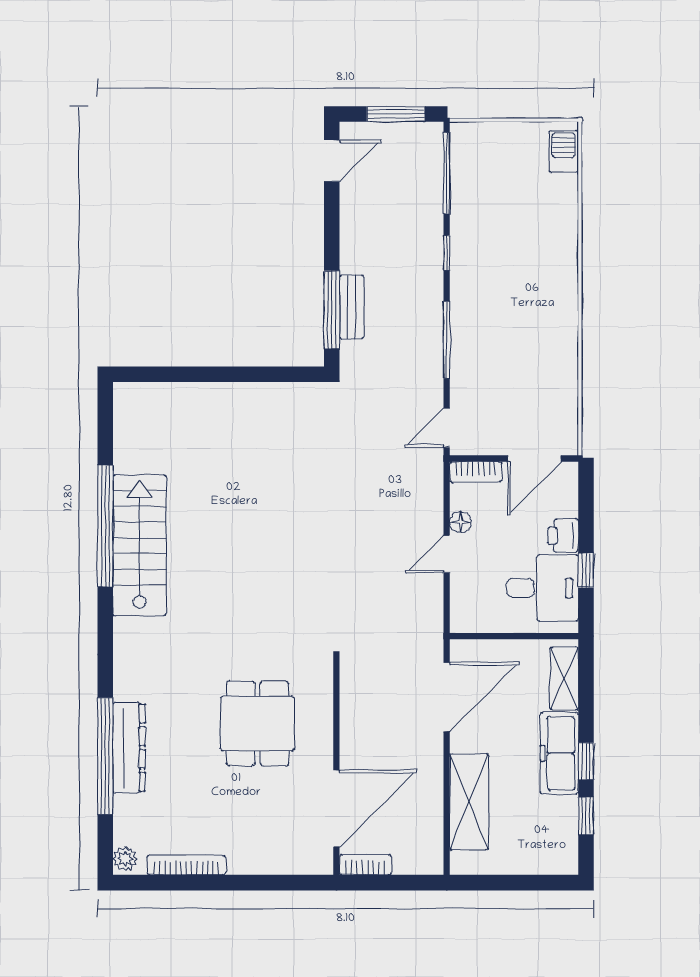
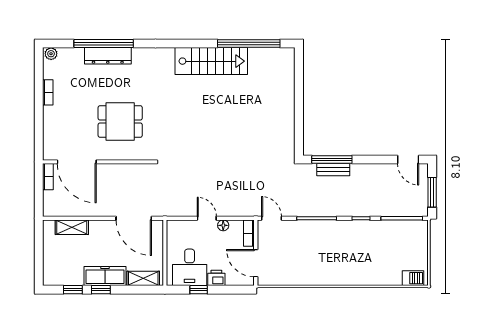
window: (105, 526) -> (249, 44), moved
shelving: (469, 802) -> (72, 227), width x0.67, depth x0.75
bookcase: (186, 865) -> (48, 92), width x0.64

